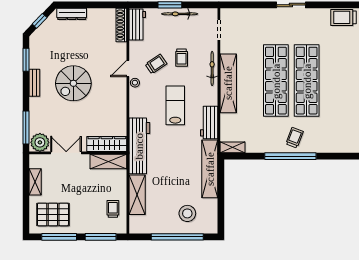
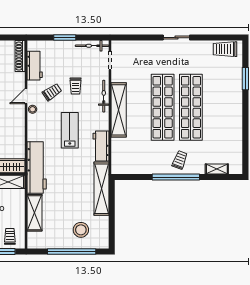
bicycle: (180, 14) -> (92, 46), moved
workbench: (137, 24) -> (35, 66), moved
shelving: (233, 147) -> (217, 169), moved
trolley: (113, 209) -> (10, 236), moved

